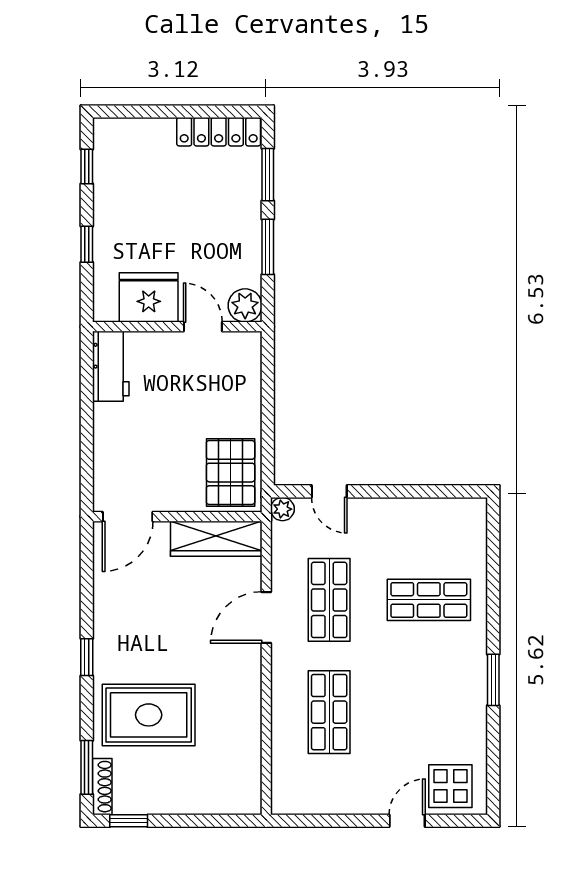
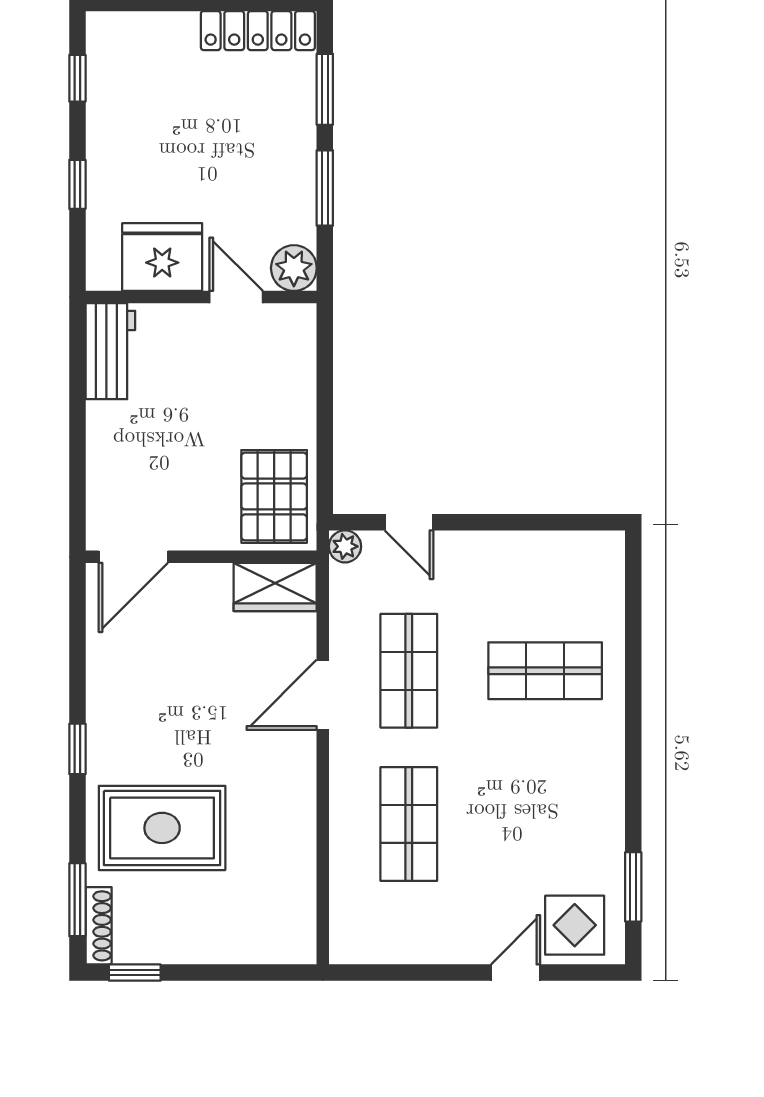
wardrobe: (216, 539) -> (275, 587), width x0.67
window: (493, 680) -> (633, 887), moved

